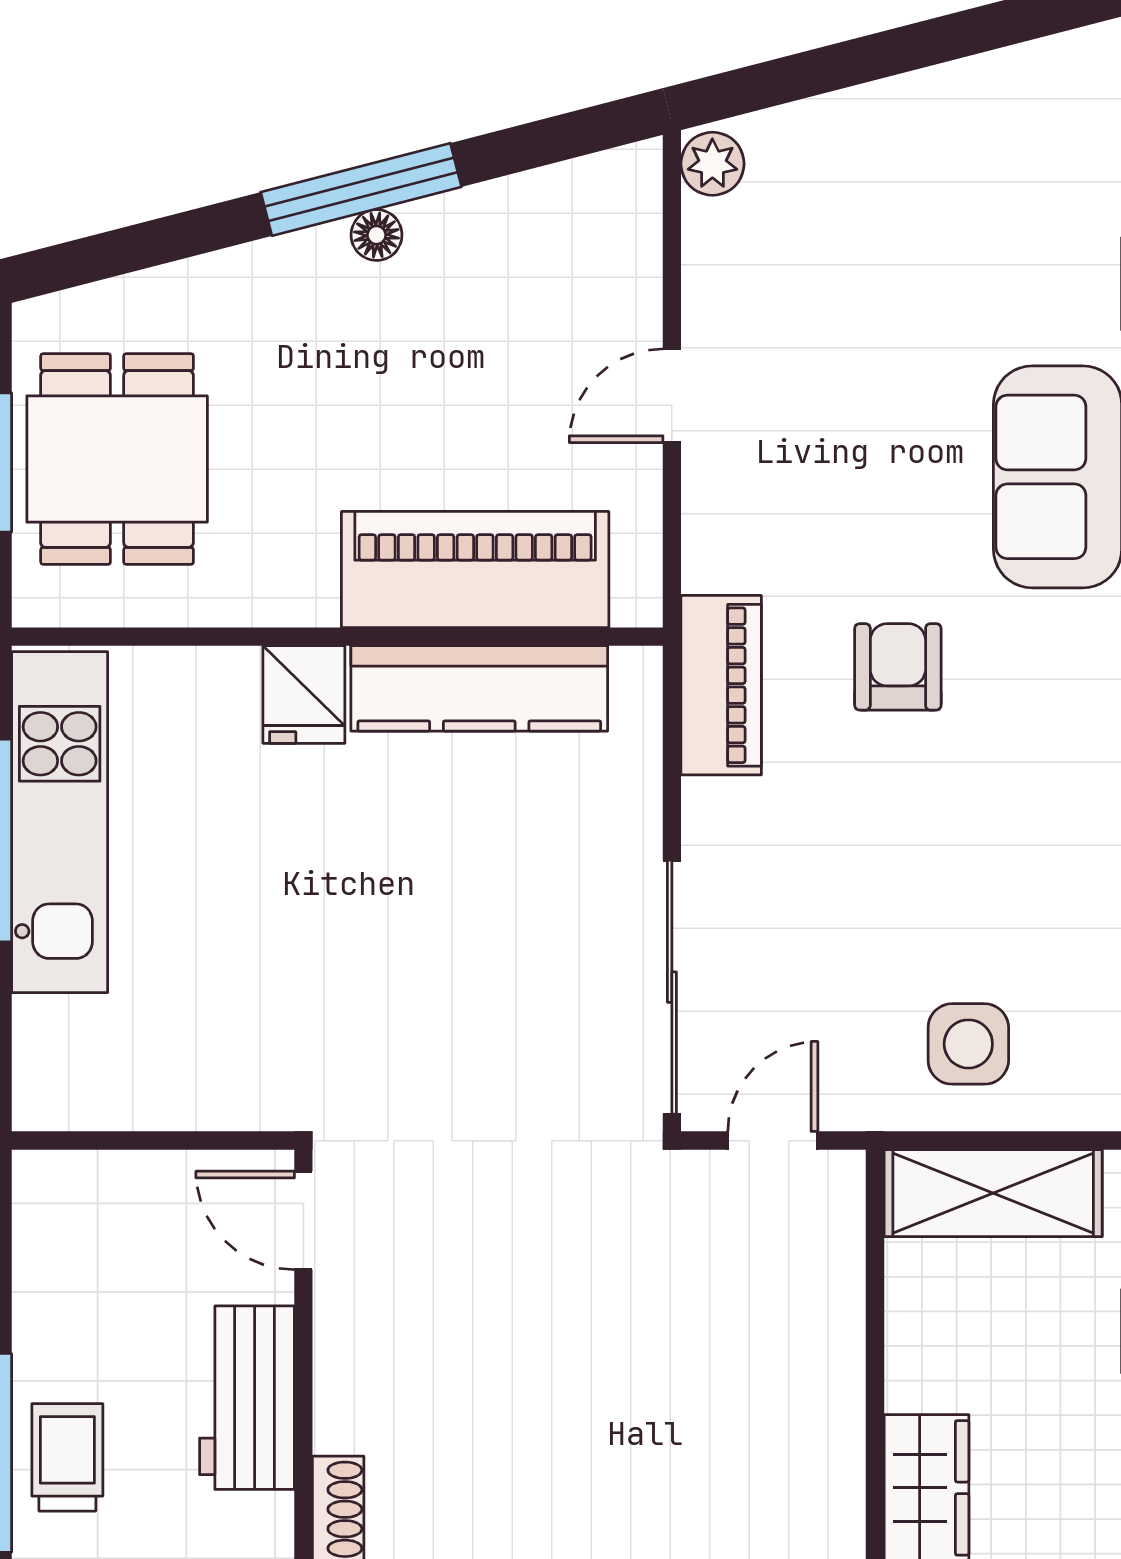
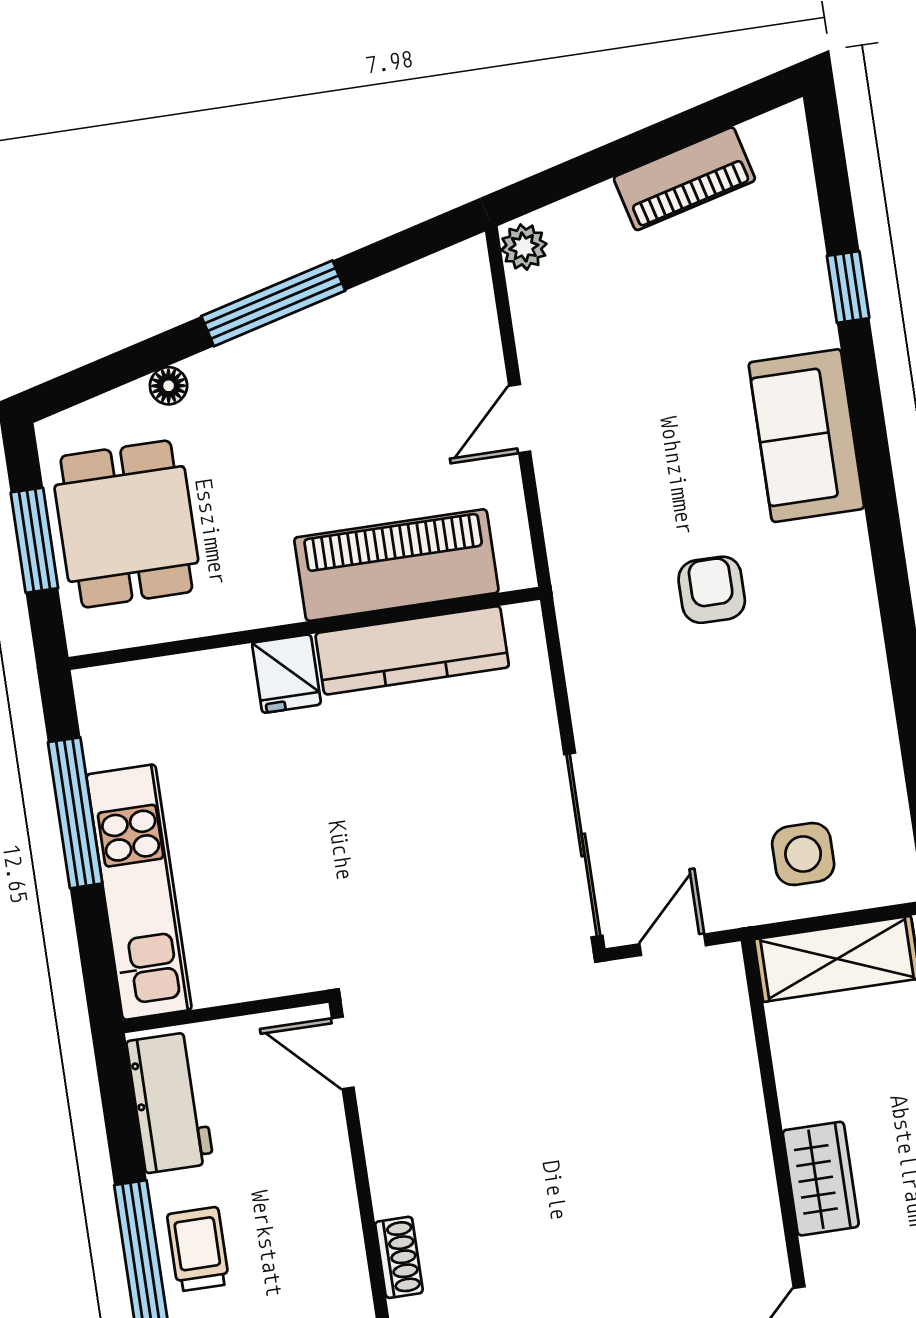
floor lamp: (377, 235) -> (169, 386), moved
piano: (721, 685) -> (684, 179), moved, turned 76
kitchen unit: (60, 822) -> (139, 892), moved
workbench: (247, 1398) -> (170, 1102), moved, turned 180

